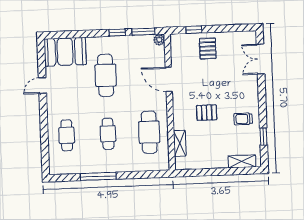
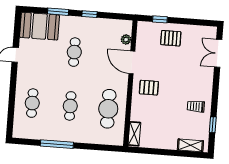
window: (143, 32) -> (58, 12), moved
plant: (159, 40) -> (126, 40), moved
pallet: (208, 49) -> (171, 38), turned 90
cafe table: (106, 75) -> (74, 52), width x0.73, depth x0.74
pallet: (207, 113) -> (149, 88), moved
shelving: (180, 143) -> (134, 134), moved

